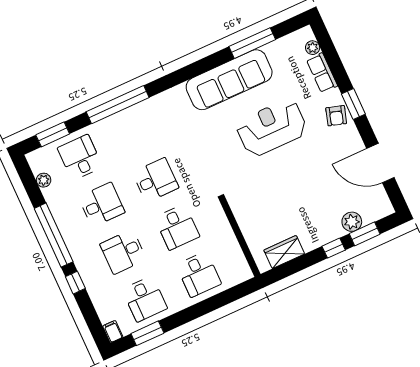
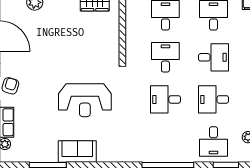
sofa: (229, 80) -> (77, 151), width x0.54, depth x0.79
reception desk: (272, 128) -> (85, 100), moved

